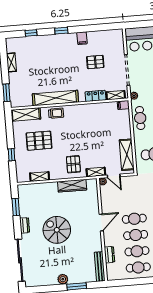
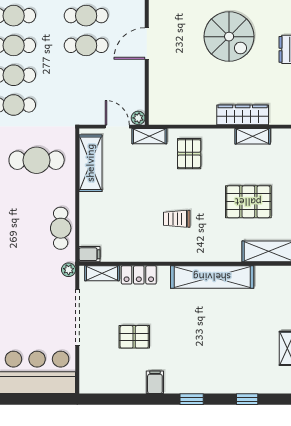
trolley: (56, 113) -> (177, 219), moved
wardrobe: (72, 186) -> (243, 115), moved

